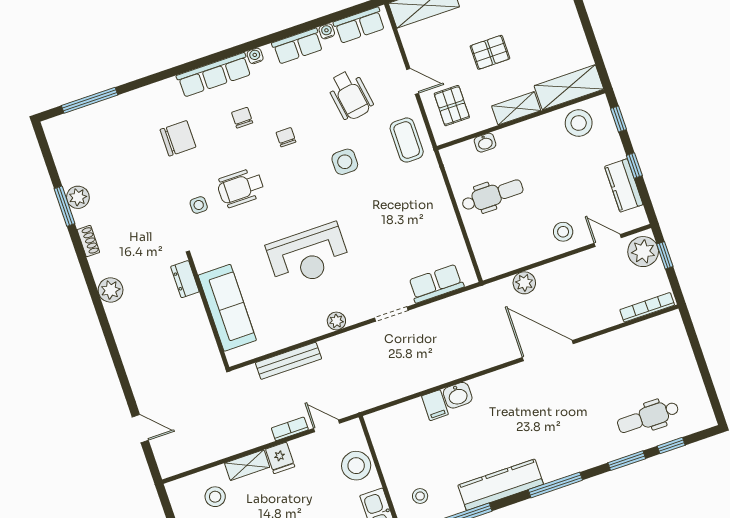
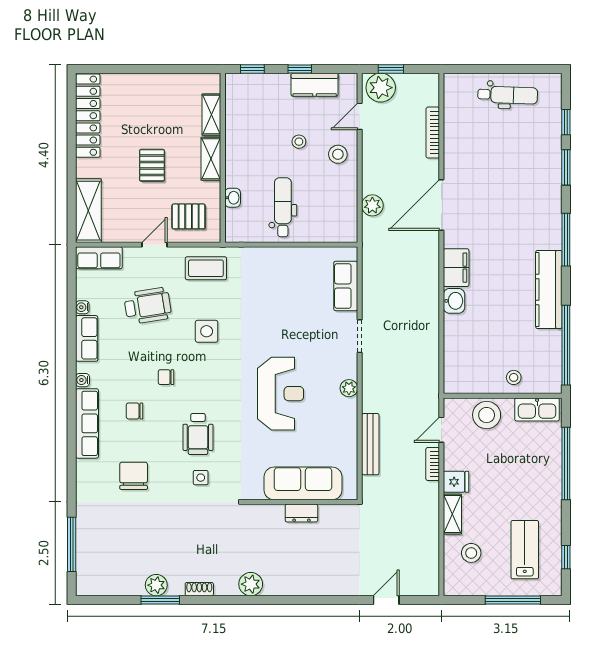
row of seats: (359, 25) -> (99, 258), moved, turned 90
shelving: (569, 87) -> (211, 115), width x0.67, depth x0.75
stool: (579, 123) -> (299, 142), moved, width x0.53, depth x0.53
dresser: (185, 279) -> (301, 513), moved
bookcase: (647, 307) -> (433, 133), moved
filing cabinet: (435, 405) -> (456, 268), moved, width x2.00
dental chair: (648, 417) -> (508, 95), moved, turned -88
stool: (420, 496) -> (514, 377), moved

